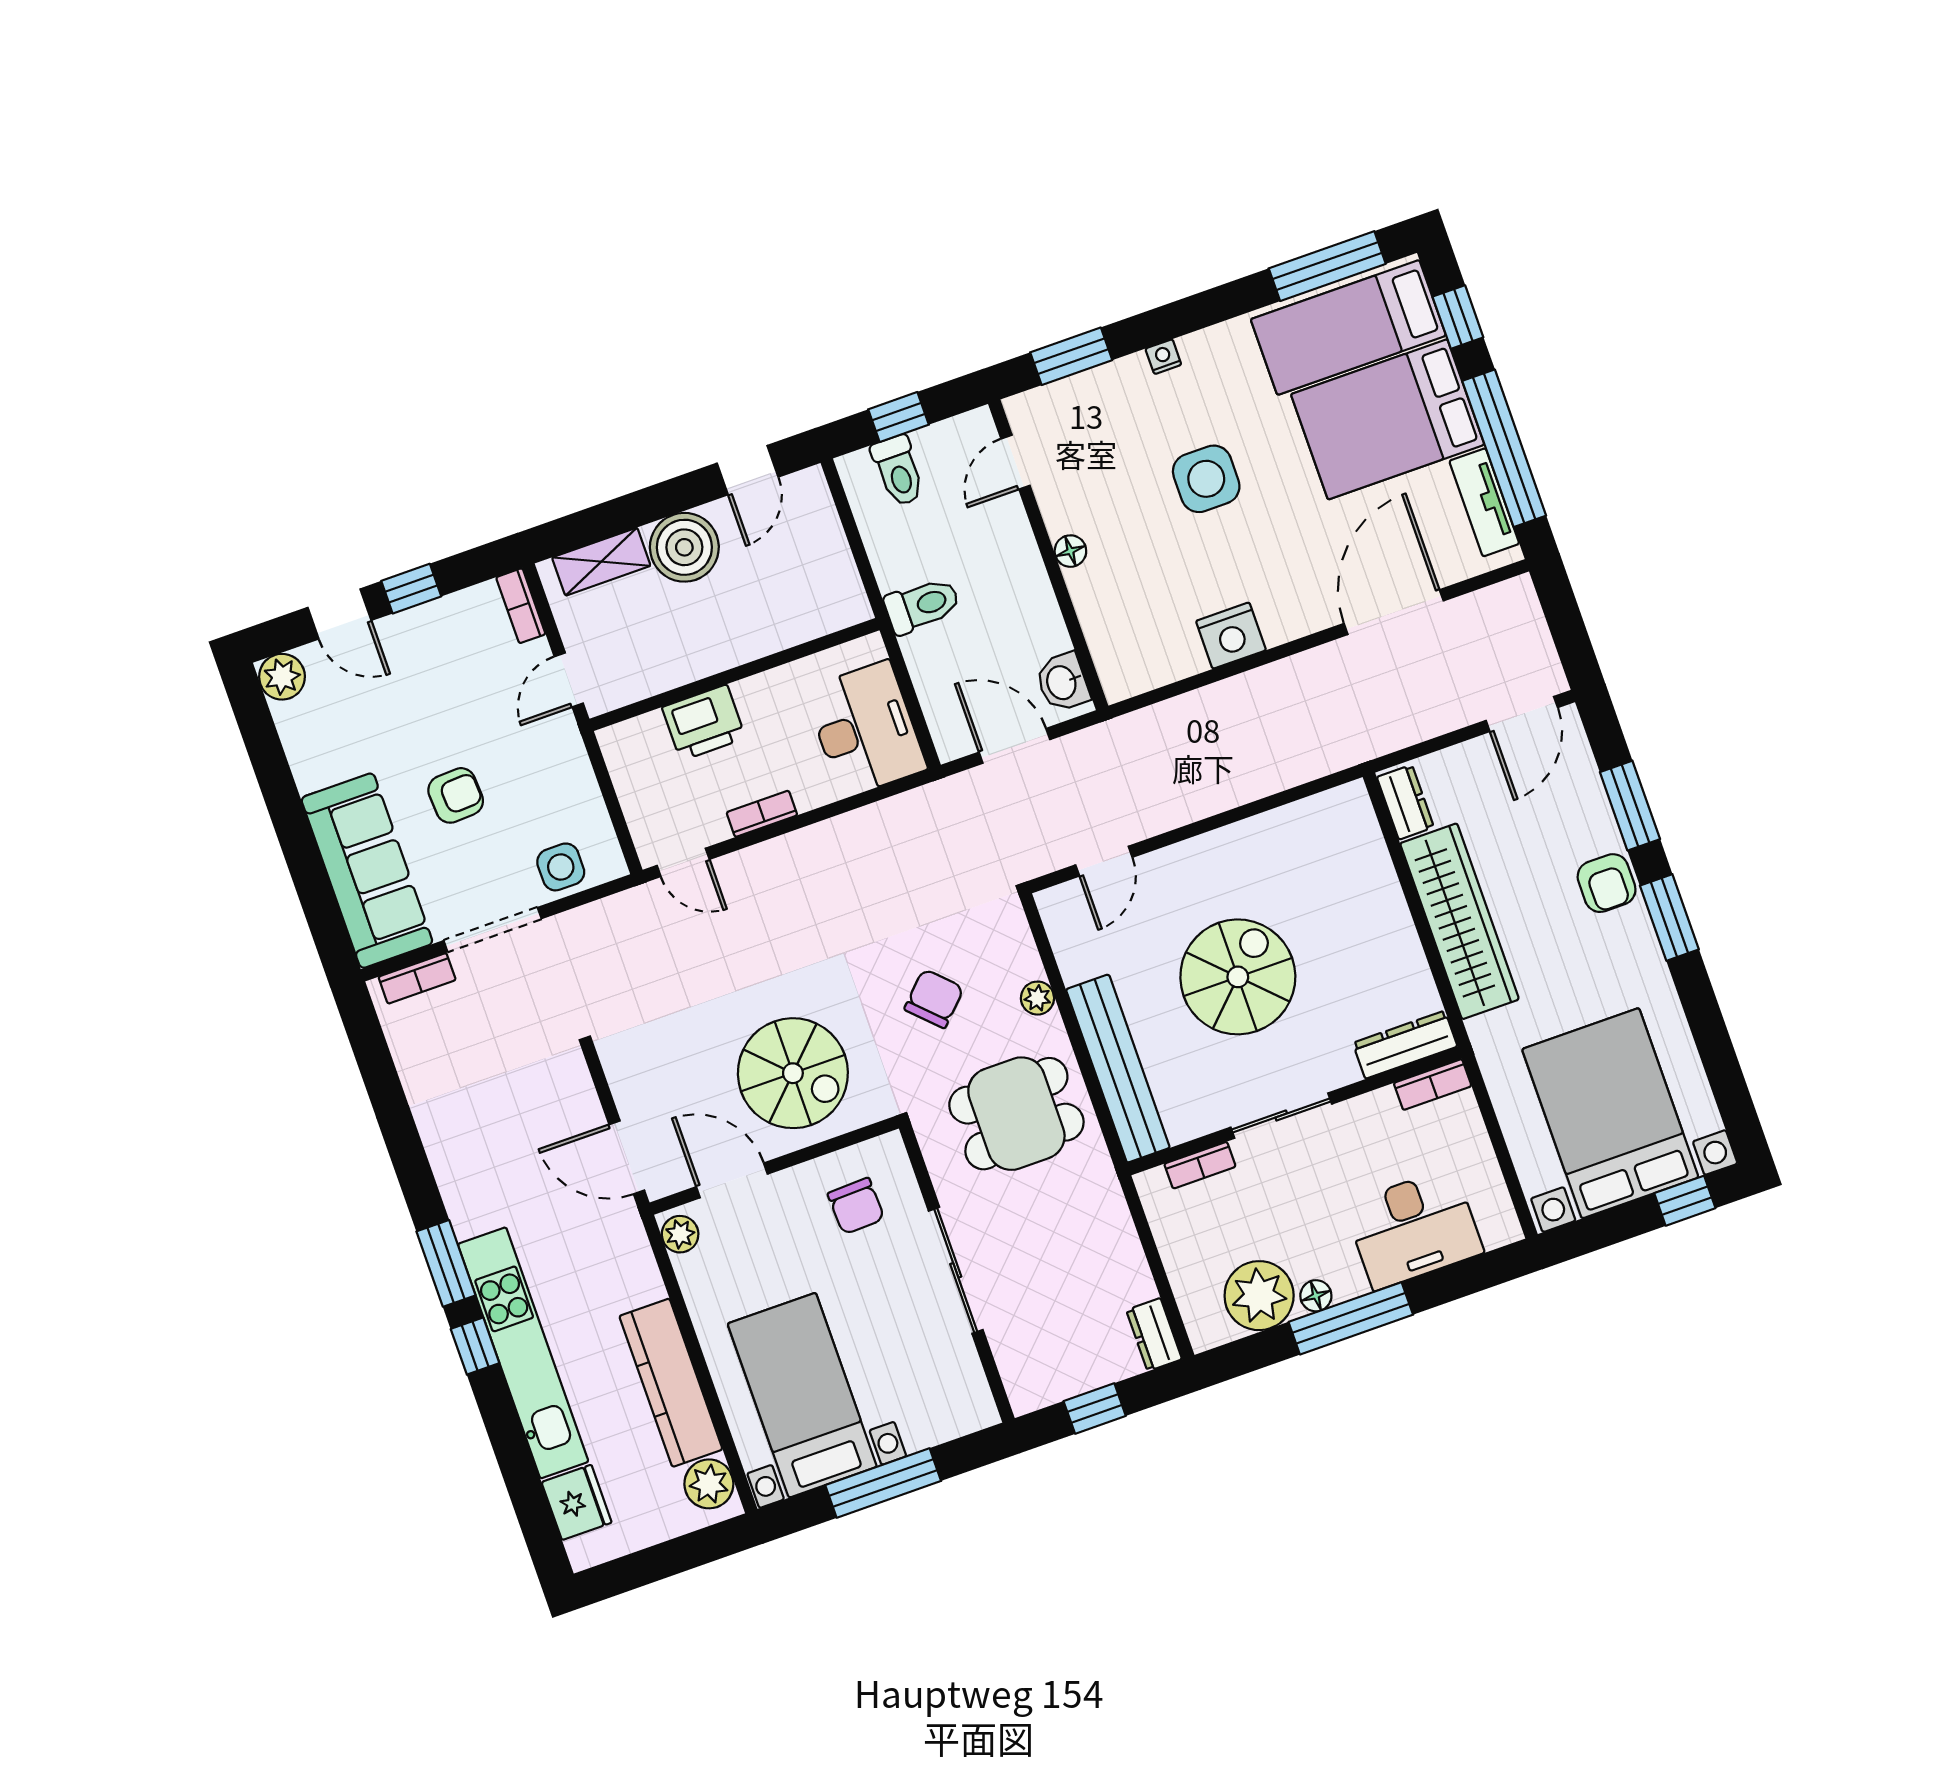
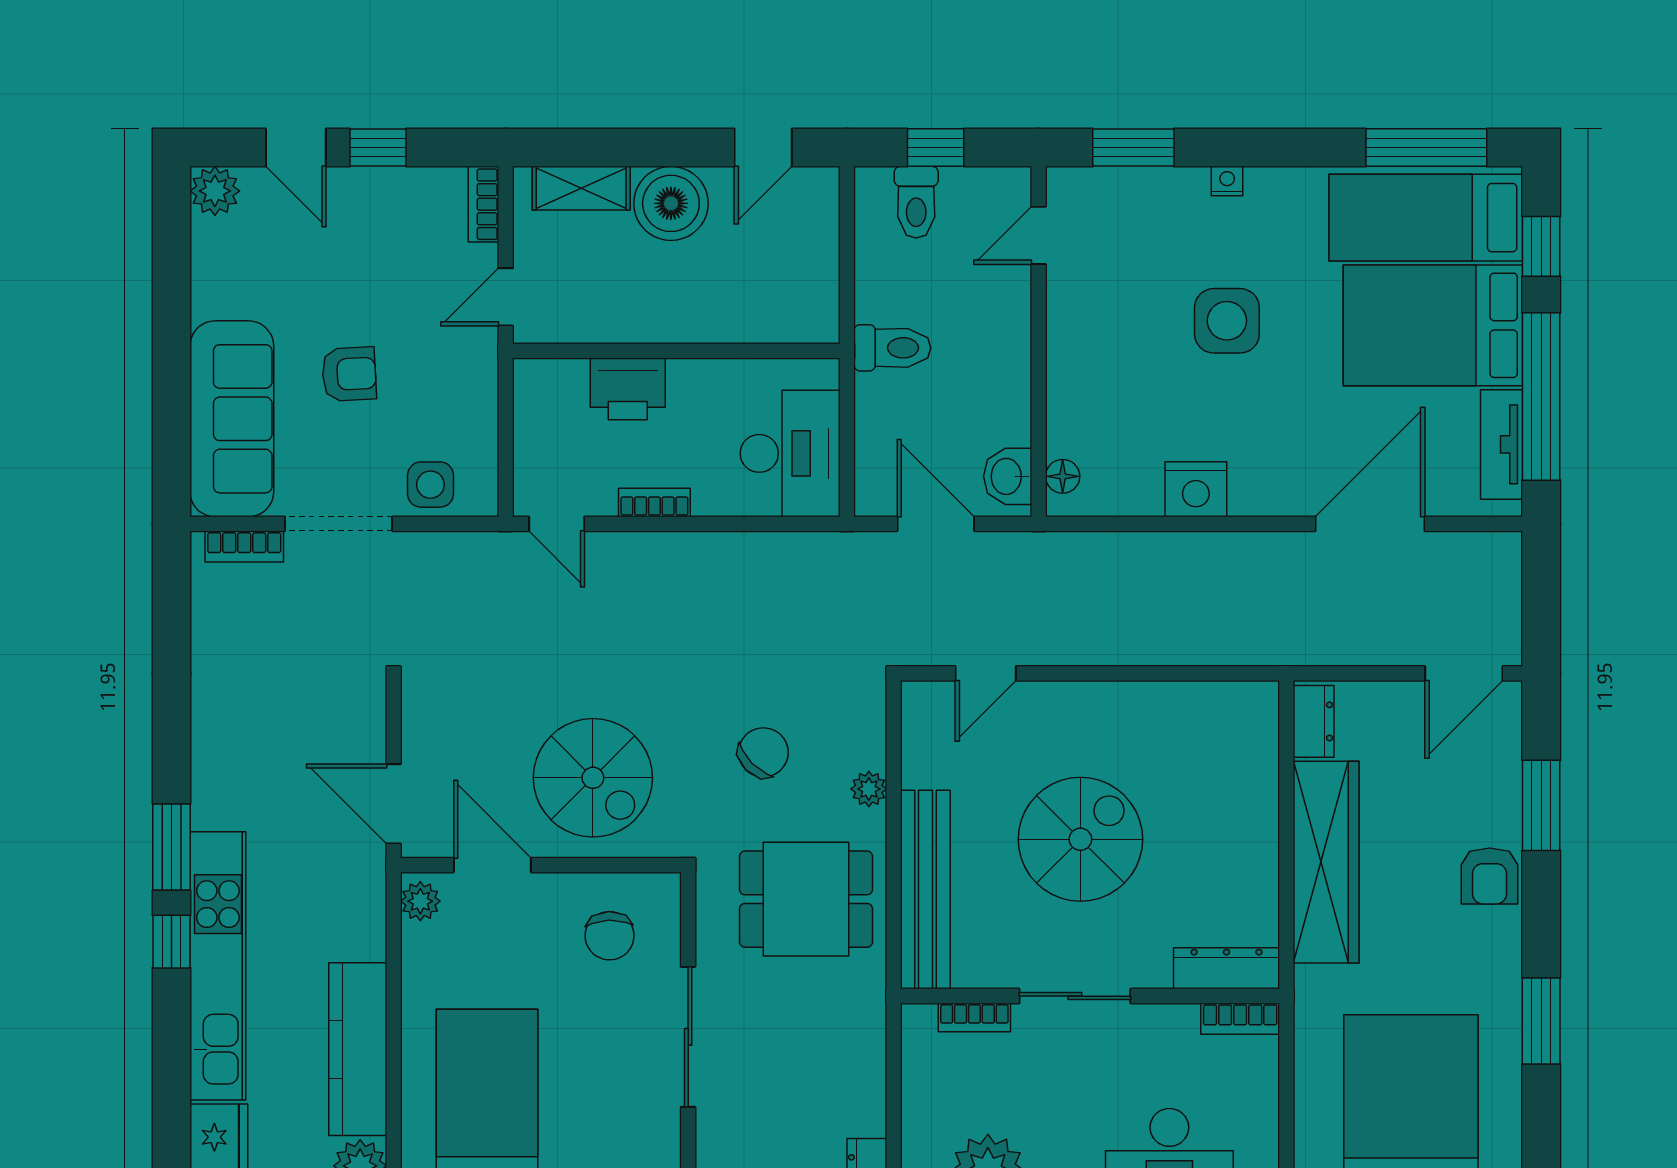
floor lamp: (1070, 551) -> (1063, 476), moved
window: (1669, 917) -> (1541, 1021), moved

